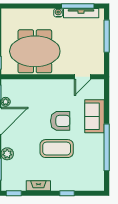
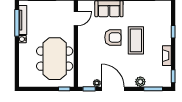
door: (83, 77) -> (76, 19), hinge flipped
armchair: (60, 121) -> (113, 37), turned 90

